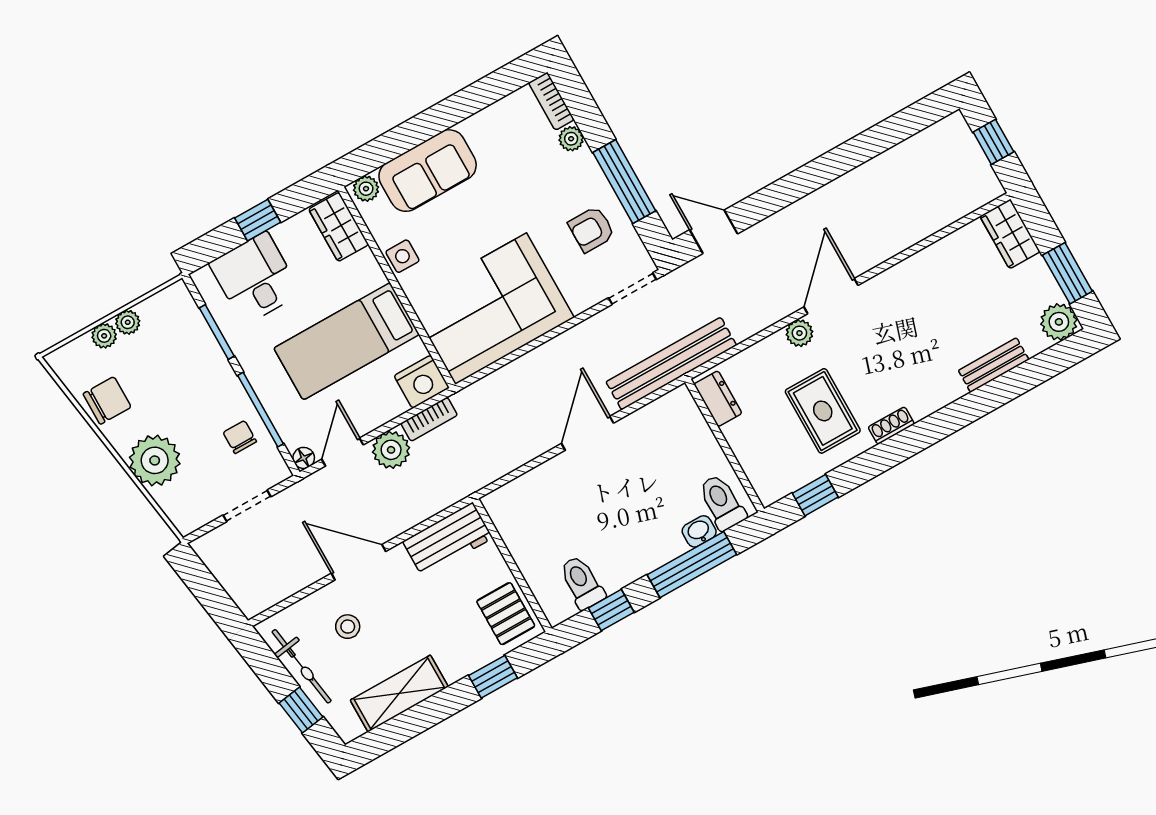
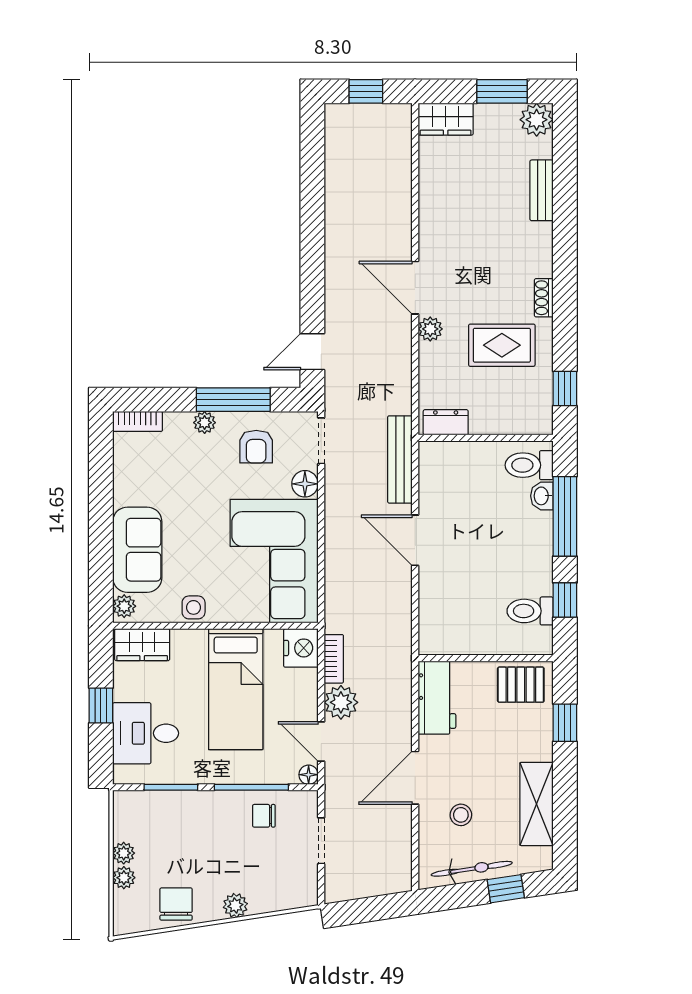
plant: (571, 139) -> (205, 423), moved
floor lamp: (582, 296) -> (305, 484), added
bench: (671, 364) -> (400, 459), width x0.73, depth x0.82
plant: (155, 460) -> (235, 905), width x0.53, depth x0.53

